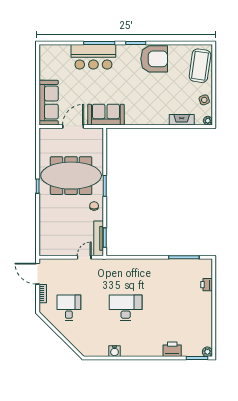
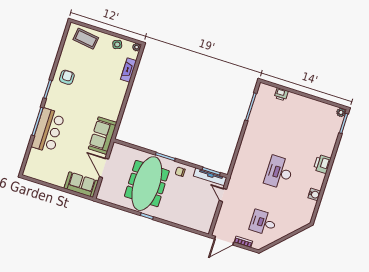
armchair: (154, 59) -> (67, 77), width x0.53, depth x0.53
coffee table: (200, 66) -> (86, 39), width x0.73, depth x0.76
sofa: (49, 103) -> (81, 185), width x0.73
printer: (172, 349) -> (322, 164), moved

